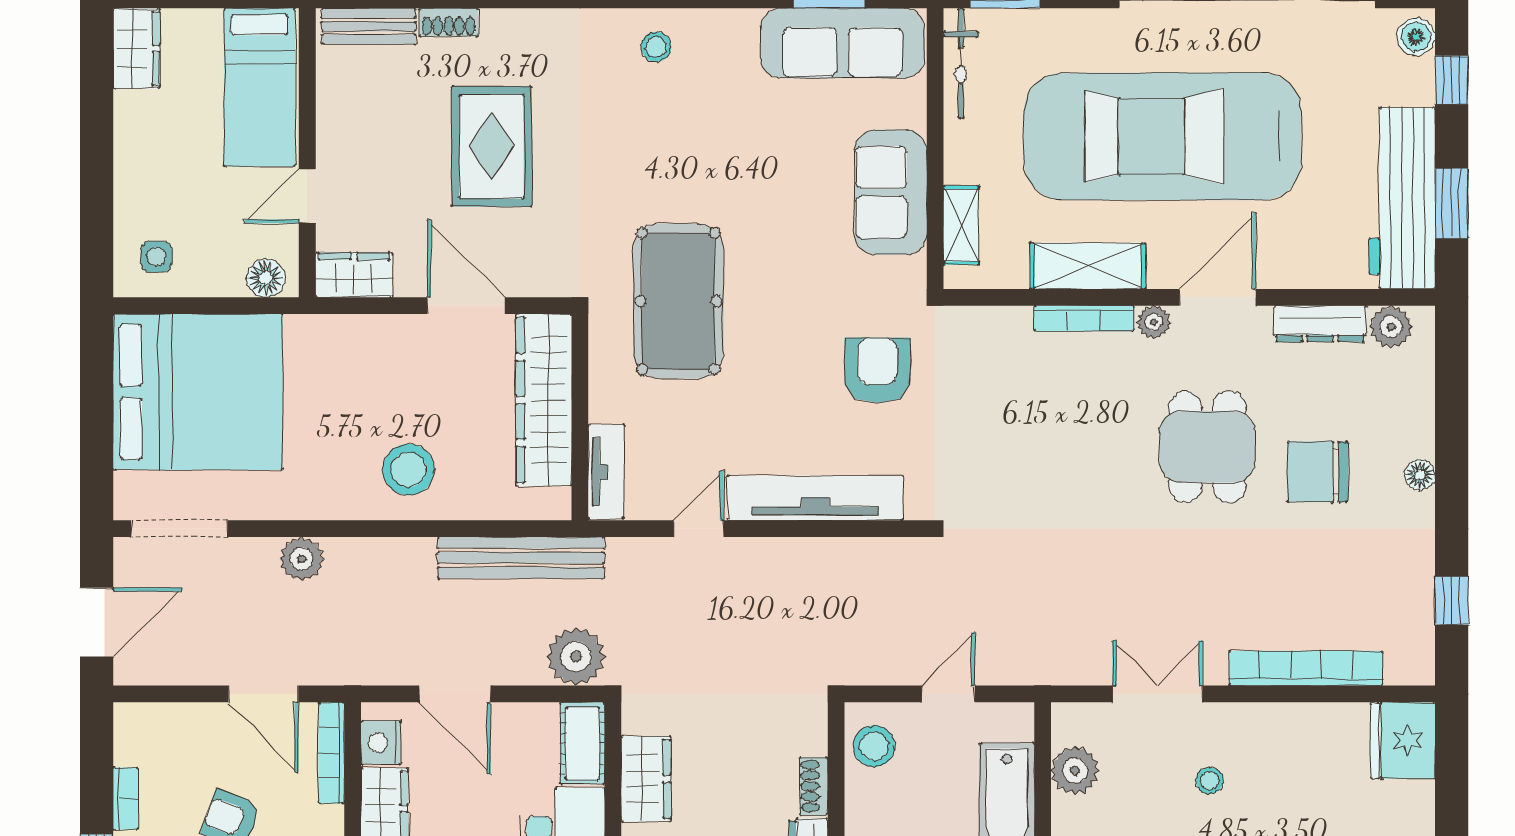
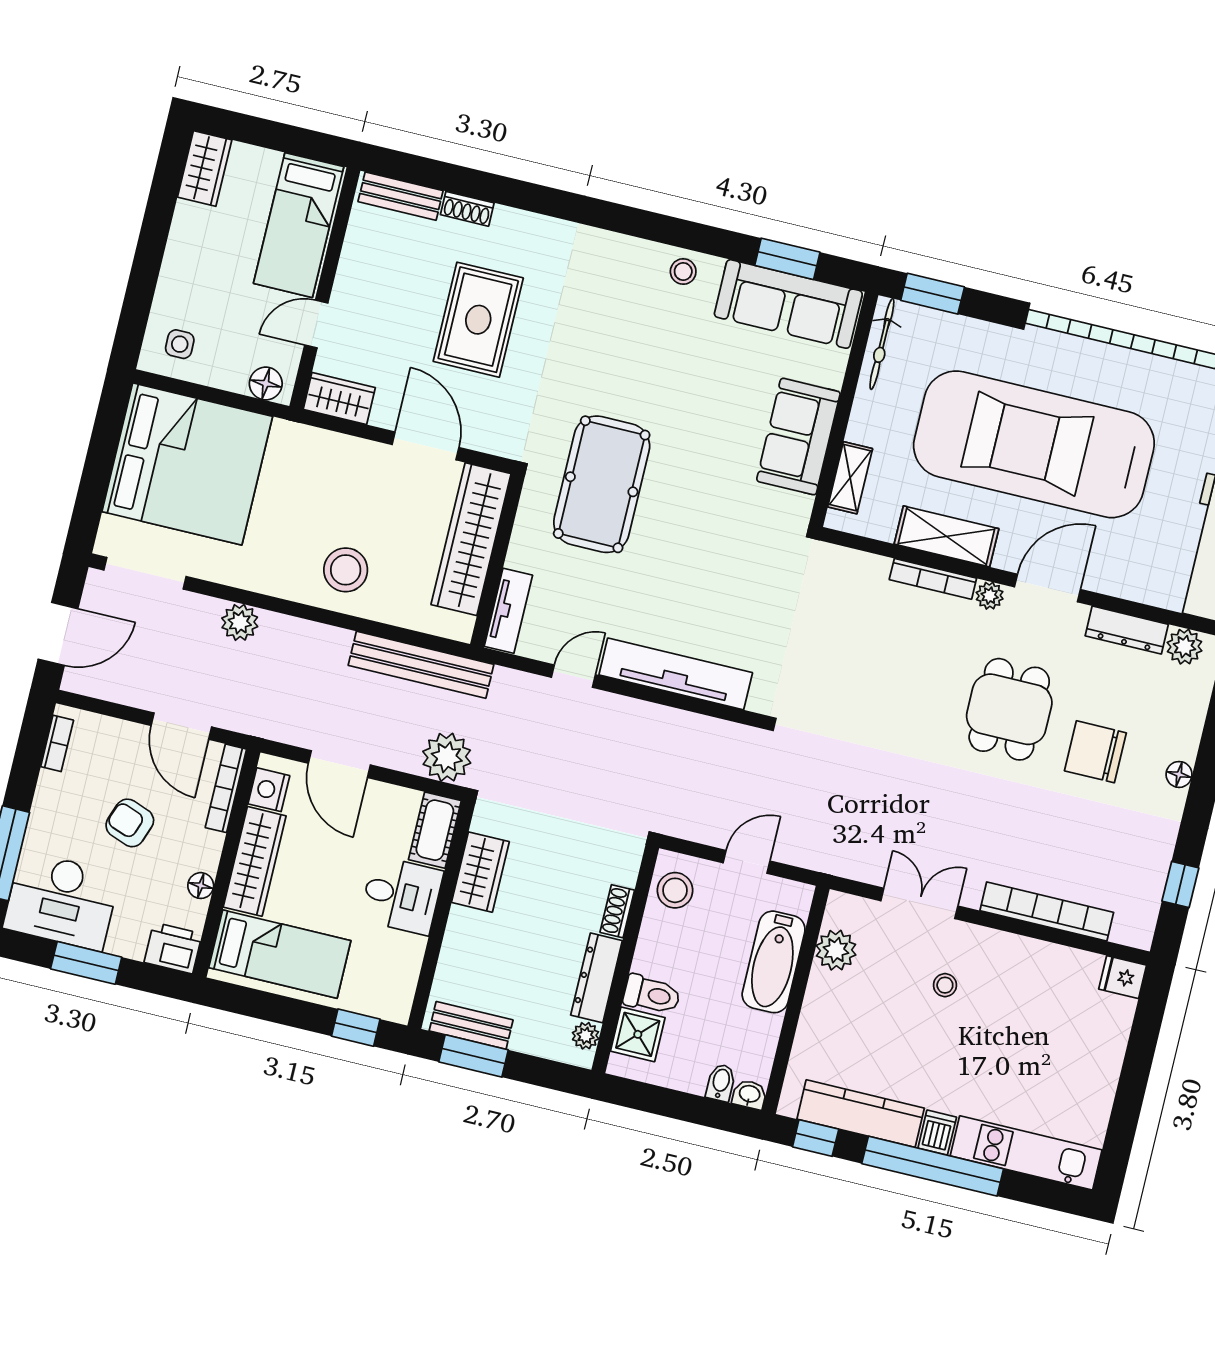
stool: (656, 47) -> (683, 271), moved
armchair: (877, 370) -> (752, 581), removed
fridge: (1403, 740) -> (1123, 977), width x0.53, depth x0.75
bookcase: (126, 798) -> (57, 743), moved

